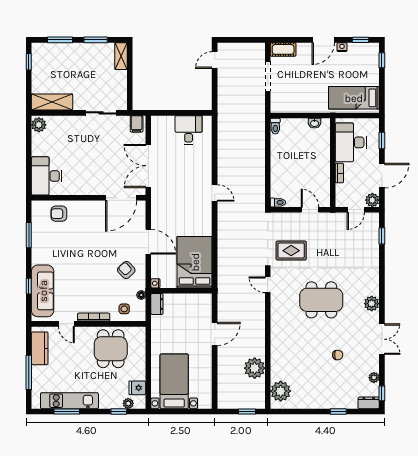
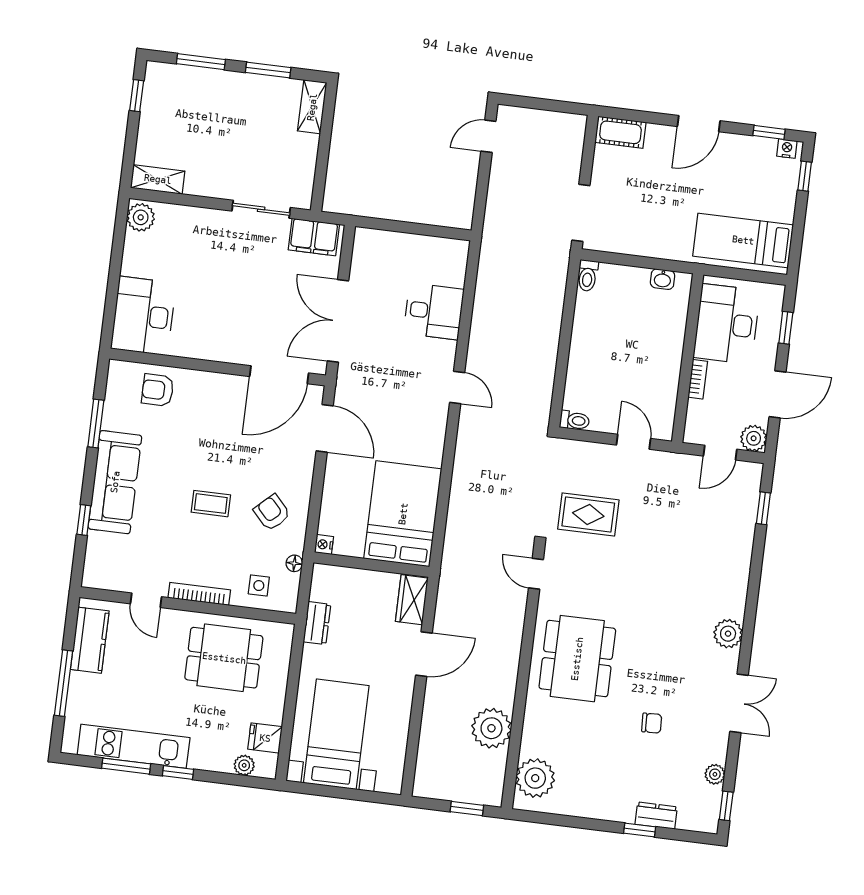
nightstand: (342, 47) -> (787, 149), moved
doorway: (268, 76) -> (581, 213), moved
shelving: (52, 102) -> (158, 179), width x0.67, depth x0.75
filing cabinet: (137, 124) -> (314, 237), width x2.00
desk: (189, 130) -> (434, 311), moved, turned 90
door: (148, 242) -> (325, 428), moved
coffee table: (94, 269) -> (211, 504), added
sofa: (43, 291) -> (115, 482), moved
dining table: (321, 300) -> (577, 659), moved, turned 90
dresser: (157, 304) -> (317, 623), moved
wardrobe: (205, 306) -> (412, 600), added
dining table: (111, 349) -> (224, 658), turned 90
dresser: (369, 403) -> (656, 816), moved
window: (119, 411) -> (178, 773), moved

